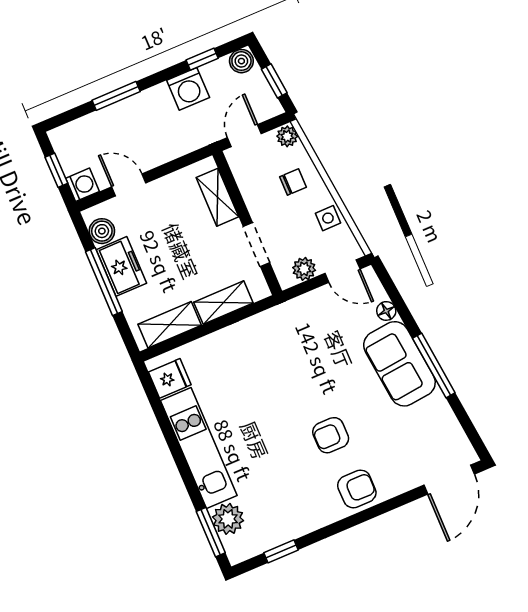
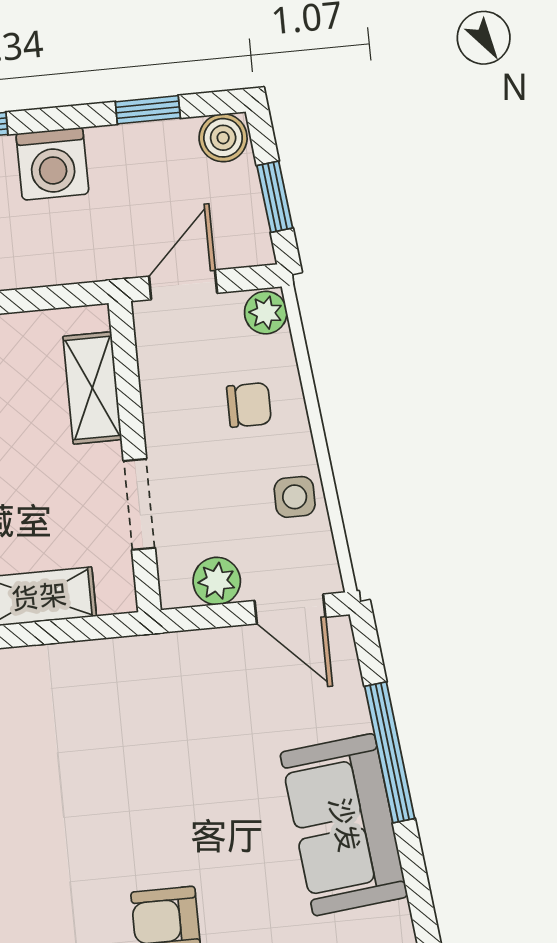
washing machine: (188, 89) -> (52, 164), moved
floor lamp: (386, 311) -> (351, 714), removed
window: (434, 365) -> (390, 752), moved

